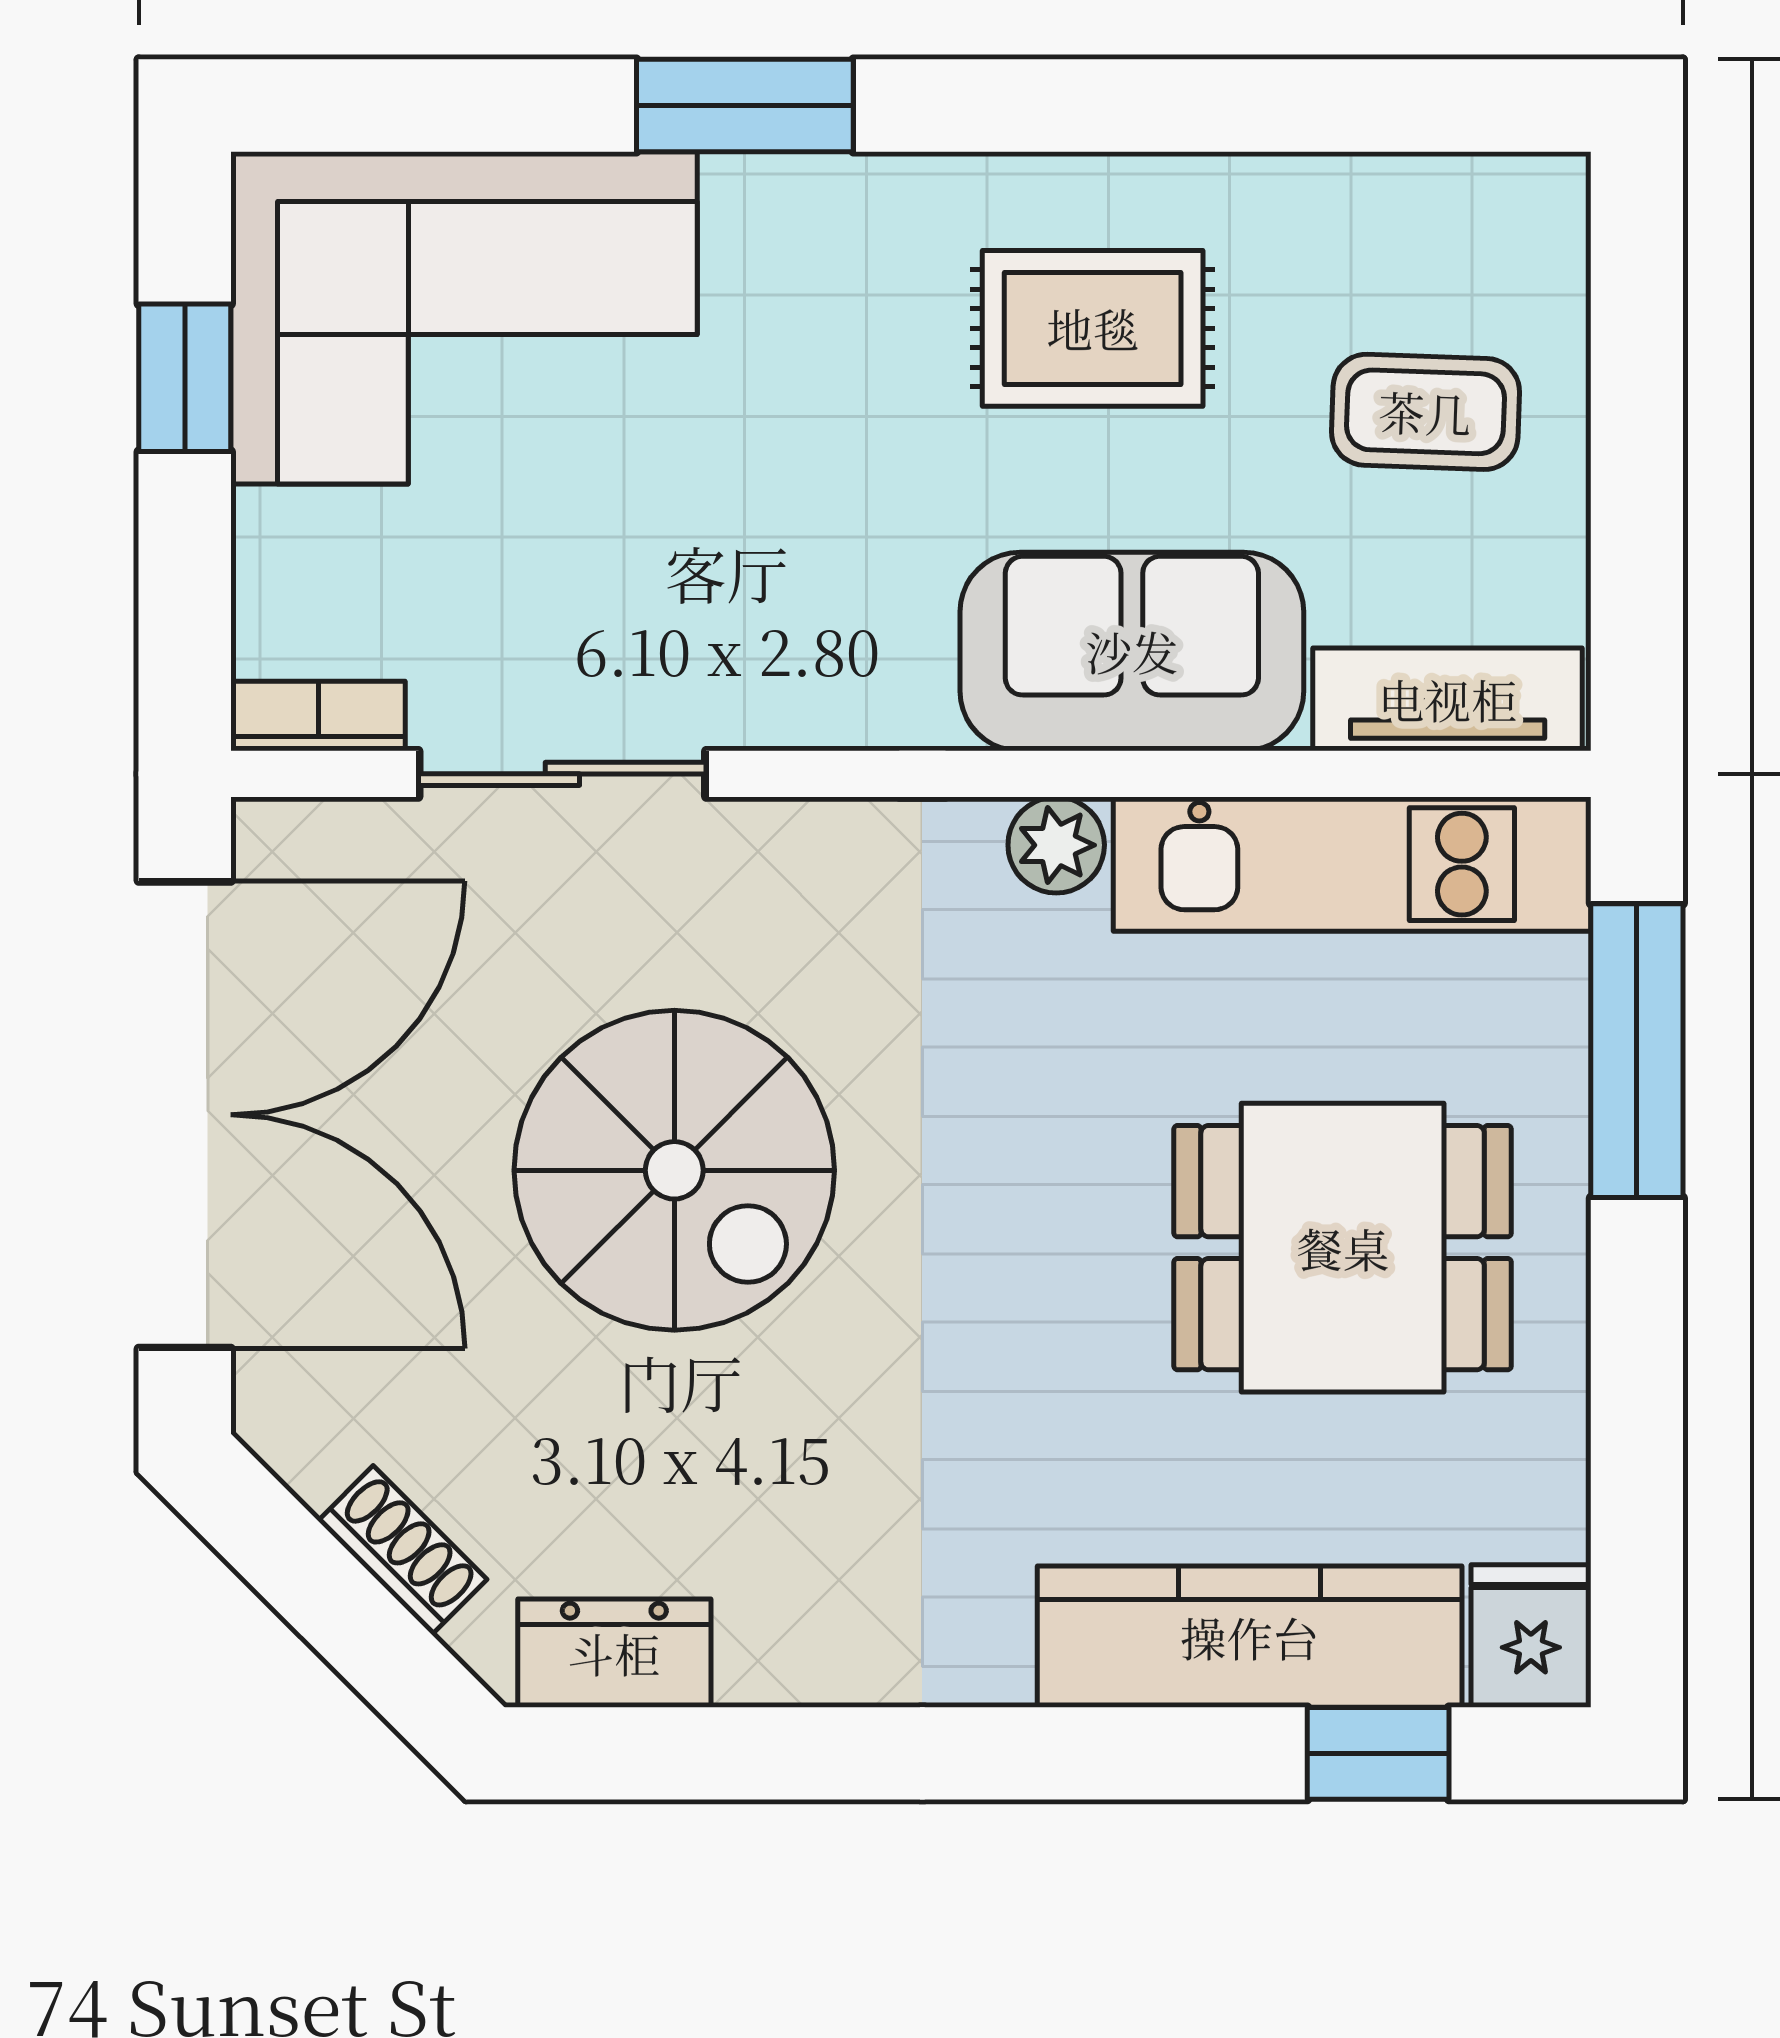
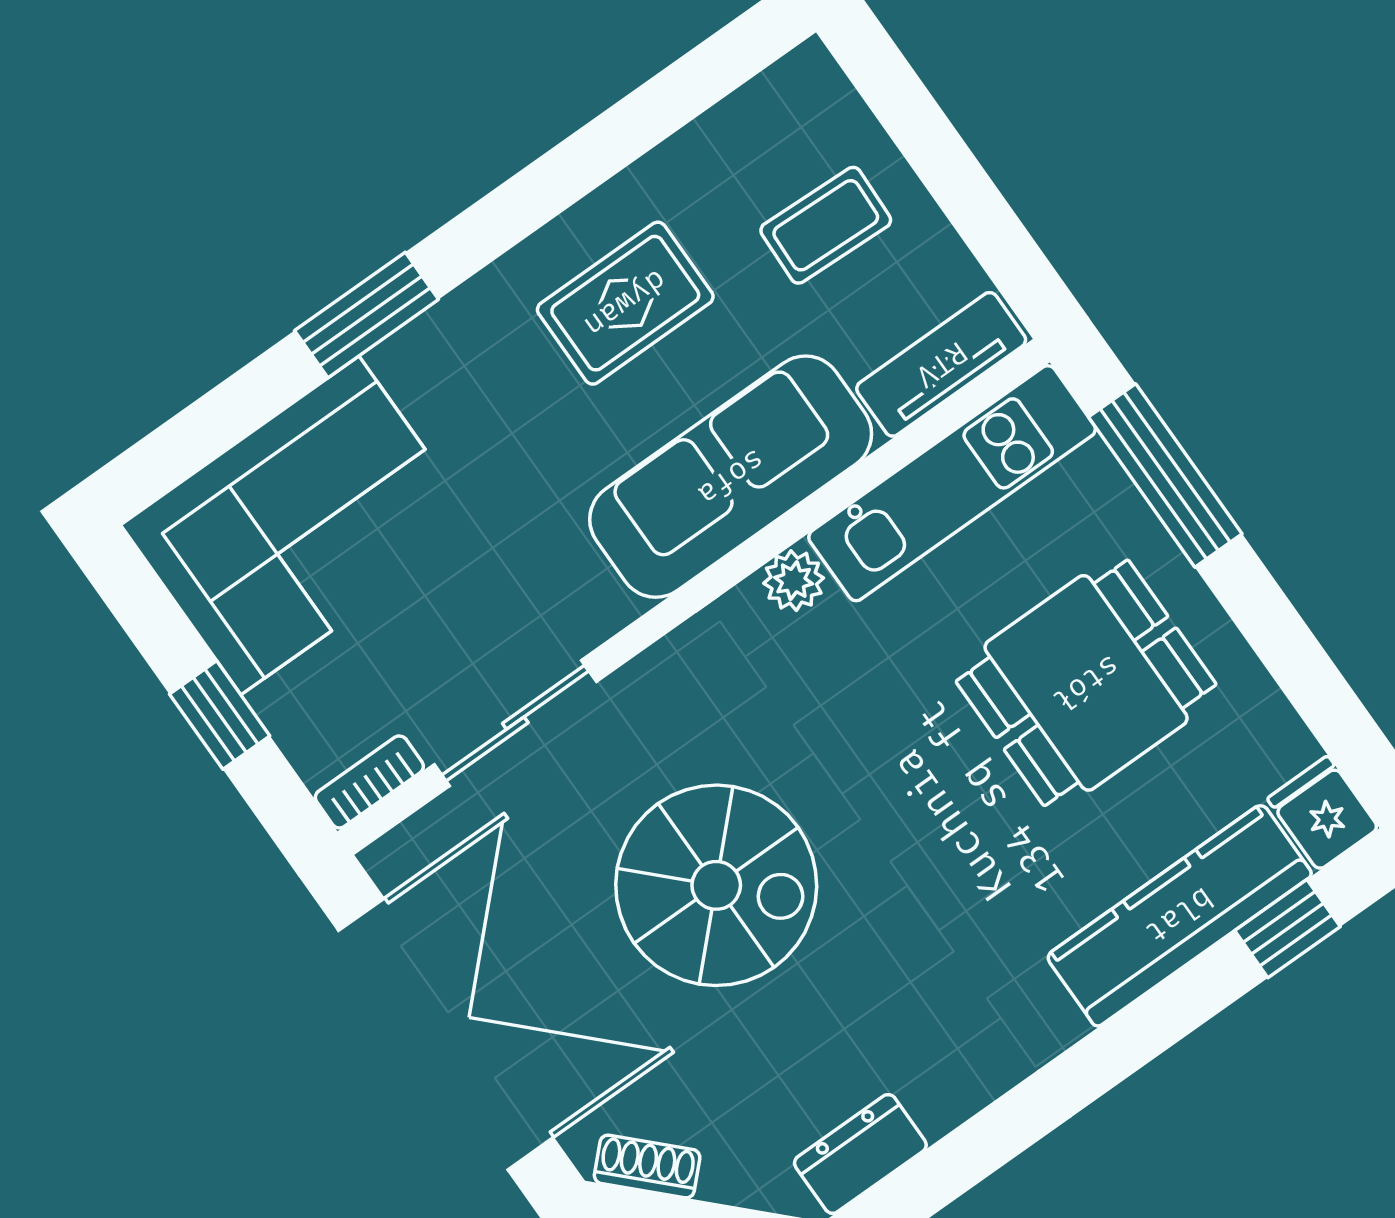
window: (185, 378) -> (220, 715), moved
sofa: (1132, 651) -> (731, 477), width x1.36
shoe rack: (403, 1550) -> (647, 1166), moved

